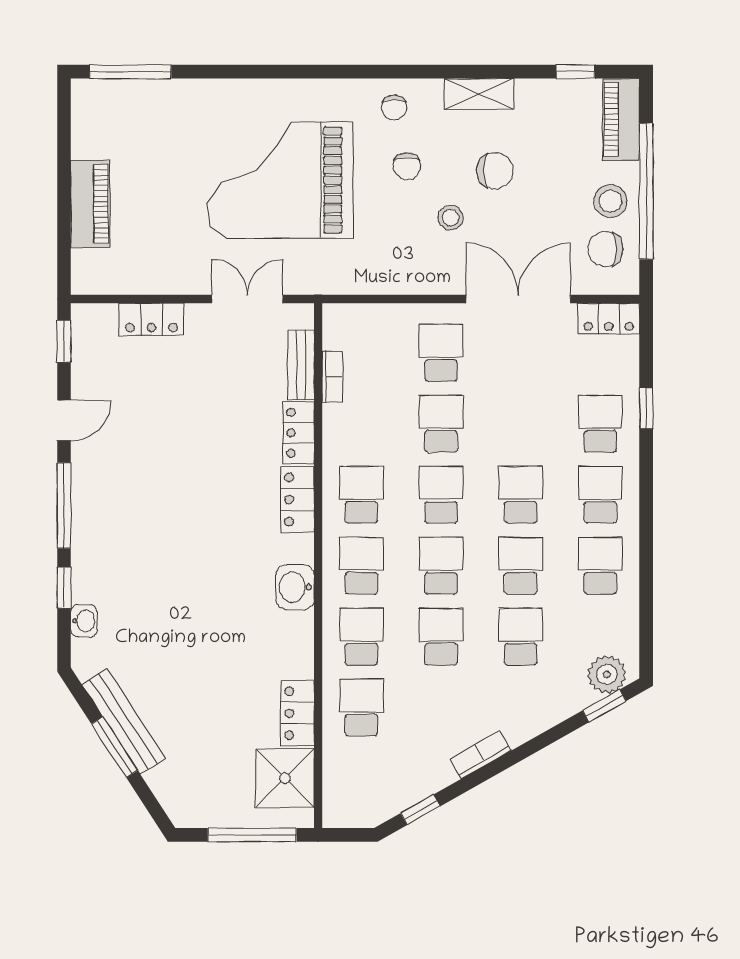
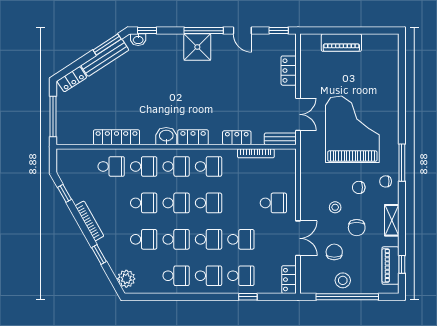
window: (130, 72) -> (402, 163), moved
piano: (621, 119) -> (390, 266), moved, turned -90
chair: (605, 249) -> (334, 252), moved
double door: (518, 299) -> (298, 238), width x0.73
bench: (301, 365) -> (280, 139), moved
bookcase: (332, 377) -> (256, 153), width x1.56
school desk: (441, 424) -> (241, 239), moved
locker: (297, 500) -> (193, 137), moved
window: (64, 588) -> (147, 31), moved
washbasin: (84, 621) -> (138, 40), moved
window: (604, 706) -> (99, 255), moved
locker: (298, 713) -> (116, 137), width x1.53
window: (114, 747) -> (107, 44), moved
bookcase: (480, 755) -> (90, 221), width x1.56
shower: (285, 778) -> (197, 47), moved
locker: (171, 793) -> (72, 79), added

